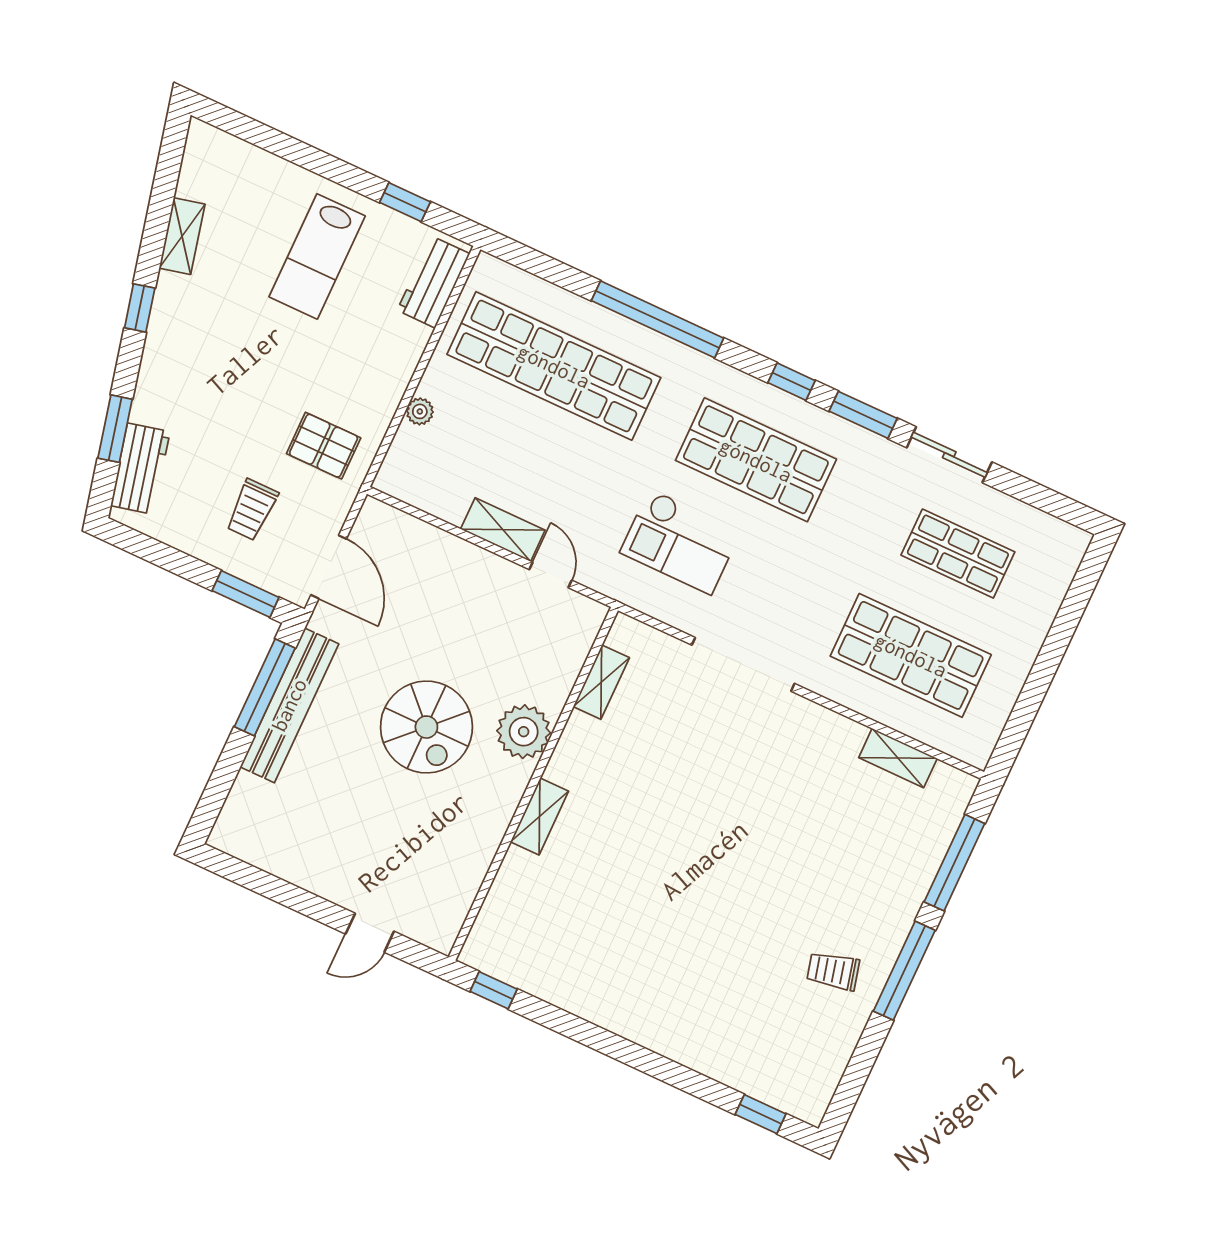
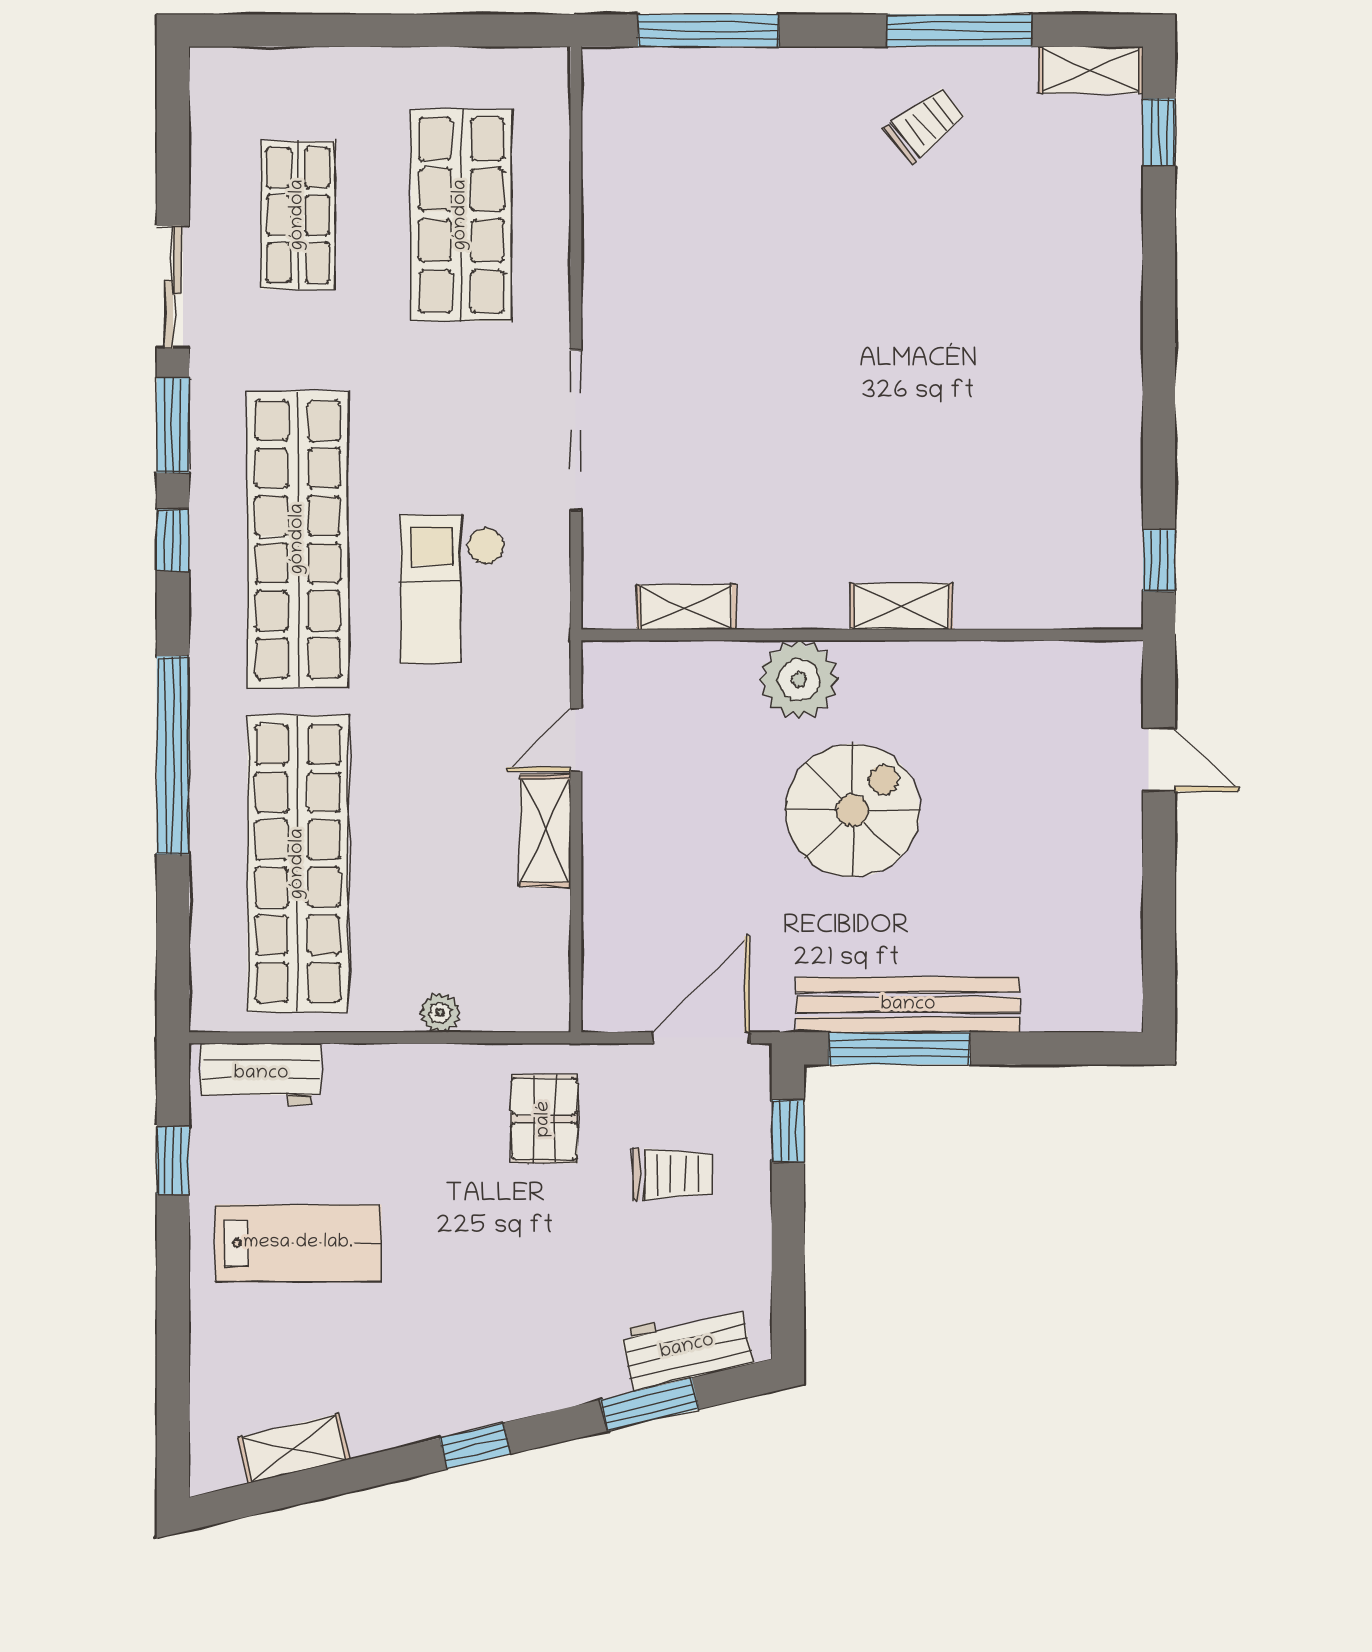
shelving: (182, 236) -> (294, 1449), moved
shop shelf: (756, 460) -> (298, 539), width x1.40
checkout: (680, 542) -> (452, 589), turned 180
window: (246, 594) -> (788, 1131), width x0.67
shelving: (898, 758) -> (1091, 70), moved, turned 90
trolley: (833, 971) -> (925, 124), turned -115
window: (904, 971) -> (960, 30), moved

